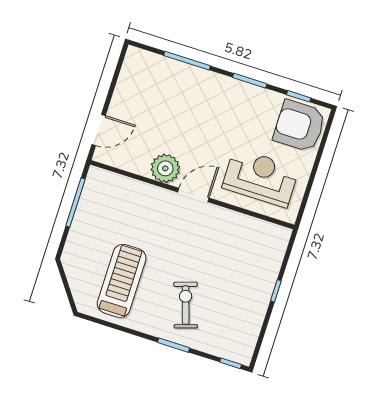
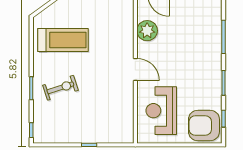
armchair: (299, 126) -> (204, 125), turned -90
plant: (165, 168) -> (147, 31), moved
reception desk: (261, 178) -> (161, 111), turned 180

